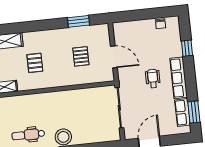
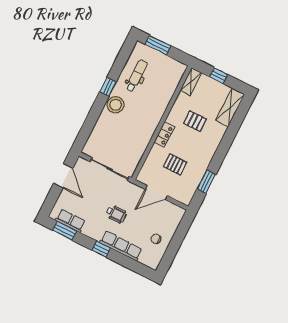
chair: (161, 24) -> (156, 239), moved
window: (187, 48) -> (101, 249), moved
row of seats: (179, 78) -> (121, 246), moved
locker: (62, 81) -> (164, 134), added

